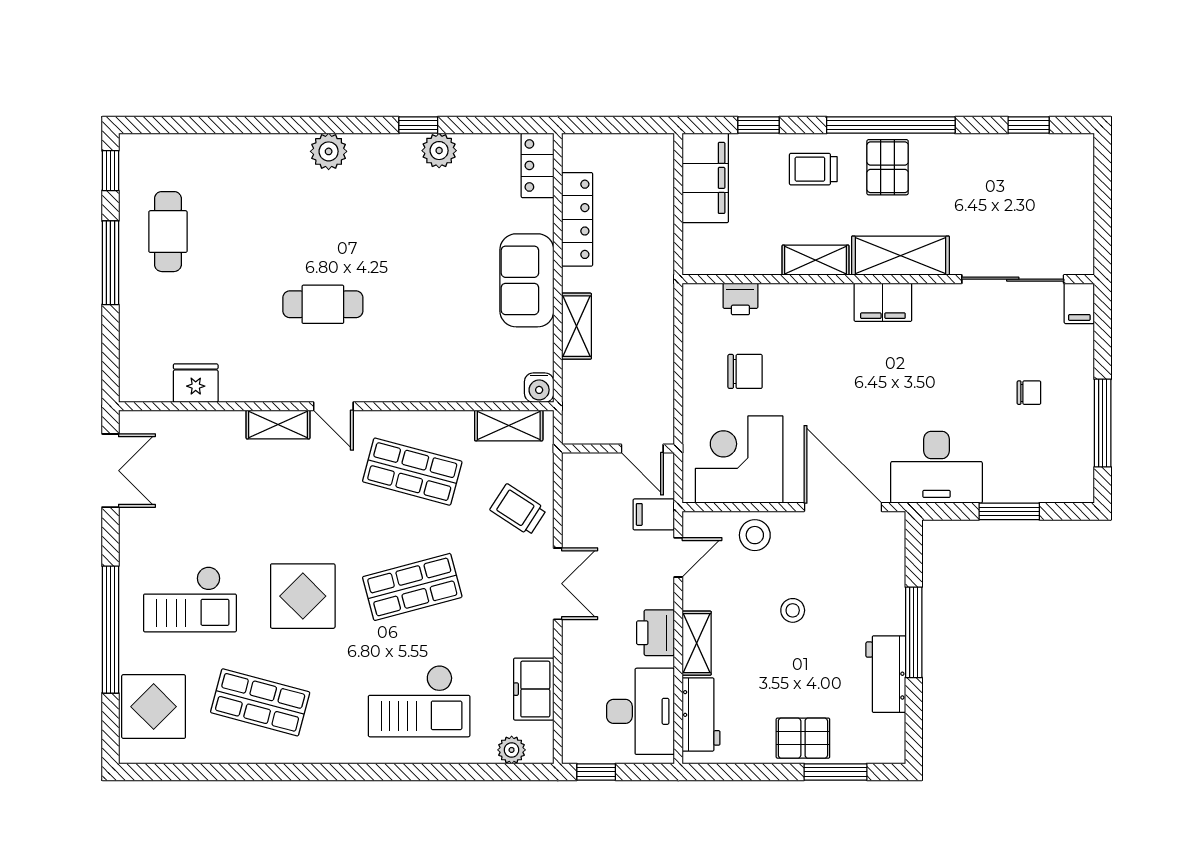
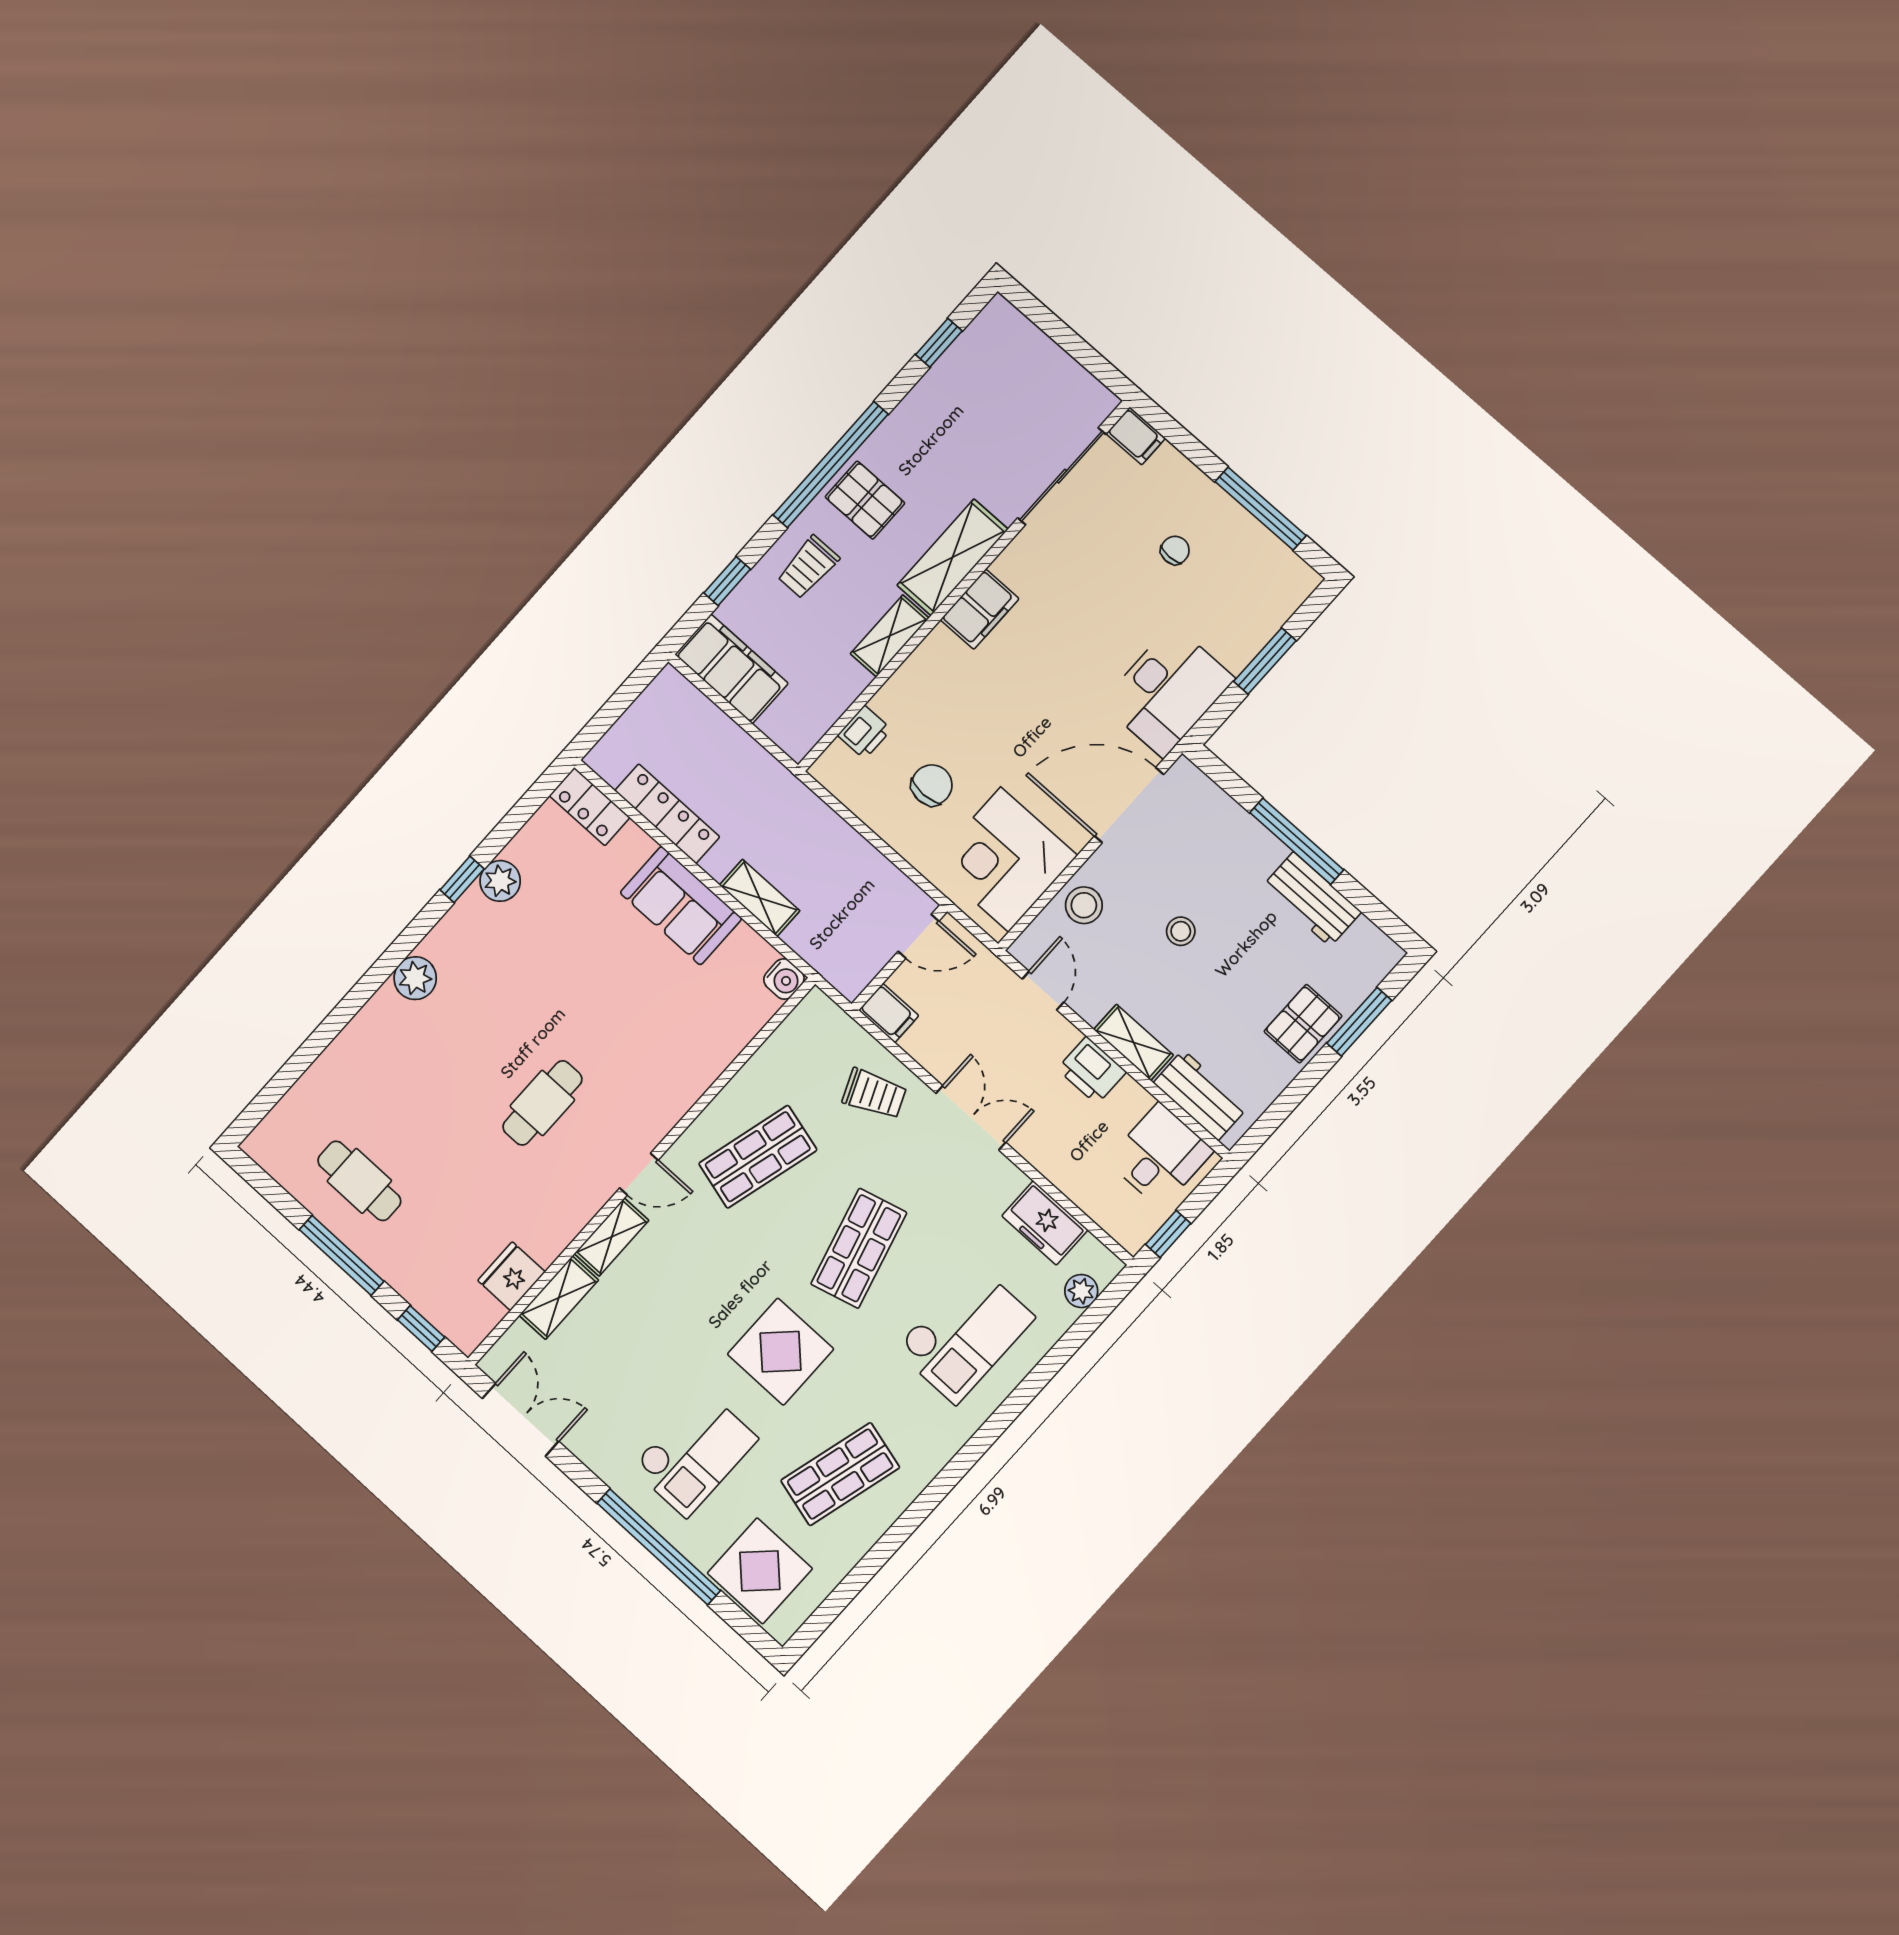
window: (110, 171) -> (421, 1328), moved
shelving: (509, 425) -> (559, 1298), moved
trolley: (518, 510) -> (874, 1094), turned -146
filing cabinet: (654, 514) -> (889, 1013), moved, turned -90
desk: (640, 711) -> (1160, 1156), width x0.73

